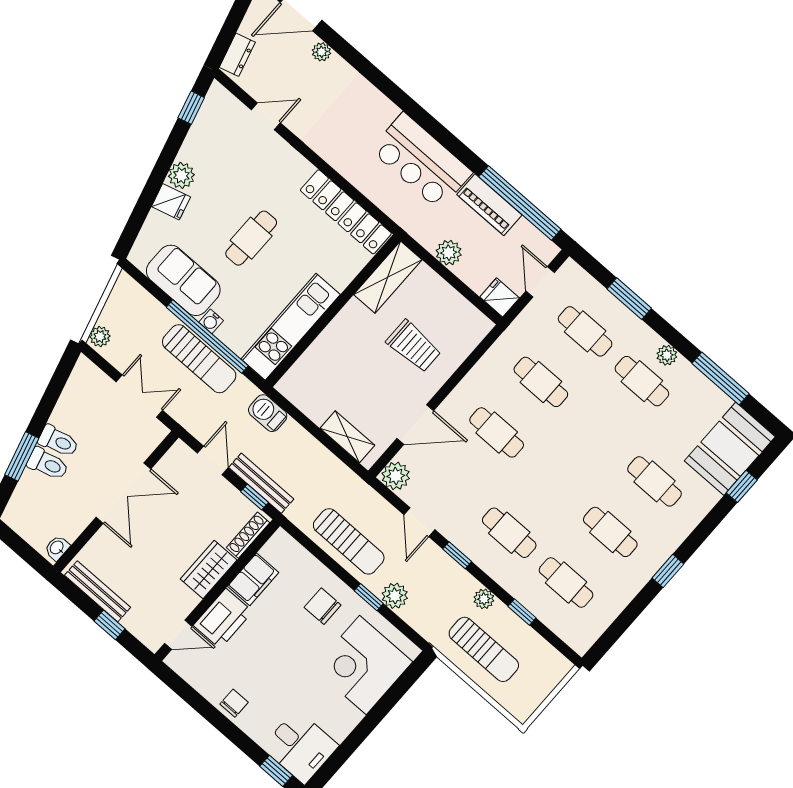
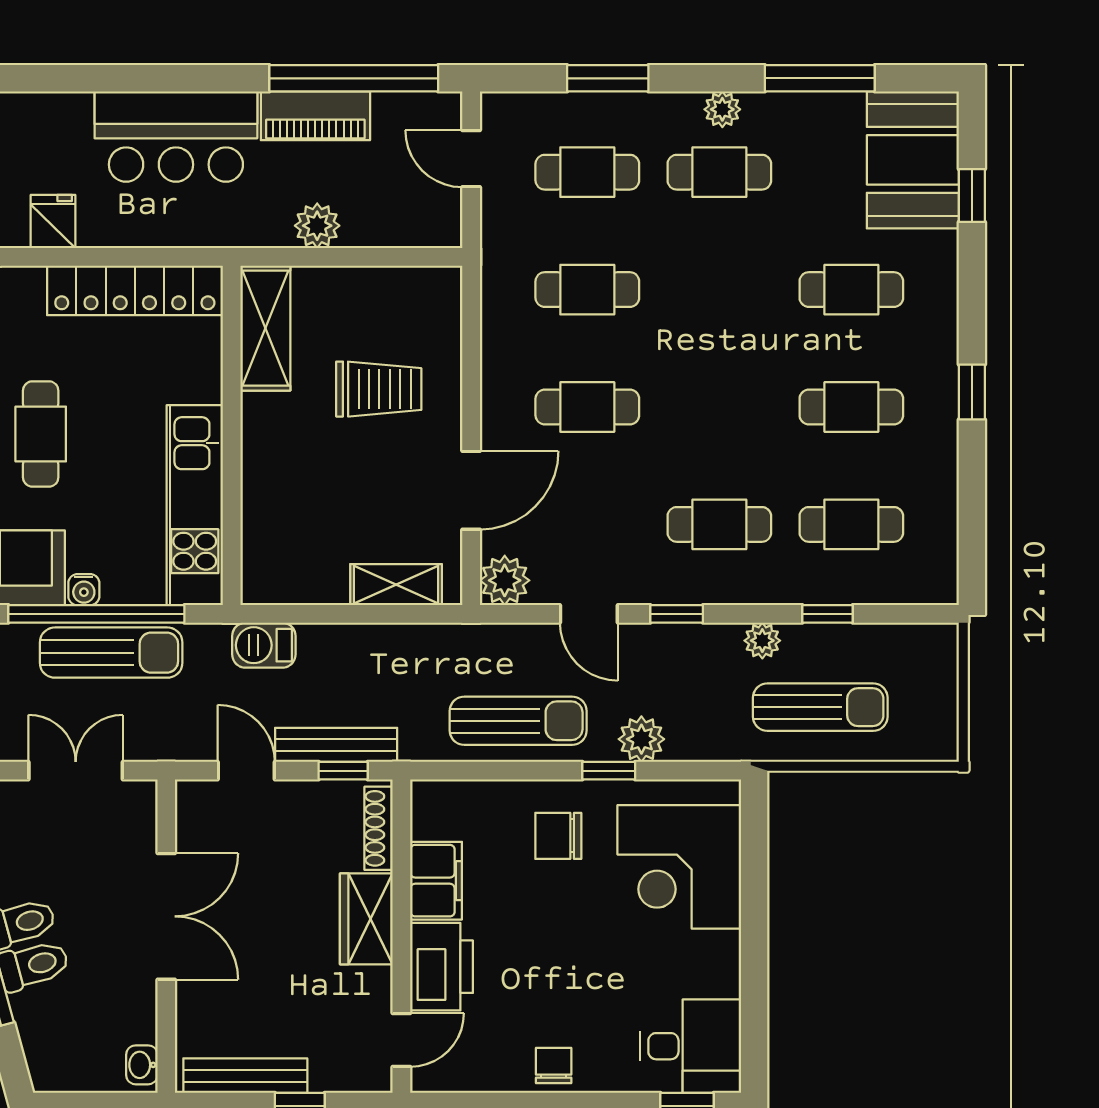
fridge: (500, 297) -> (53, 221), moved, turned 90

